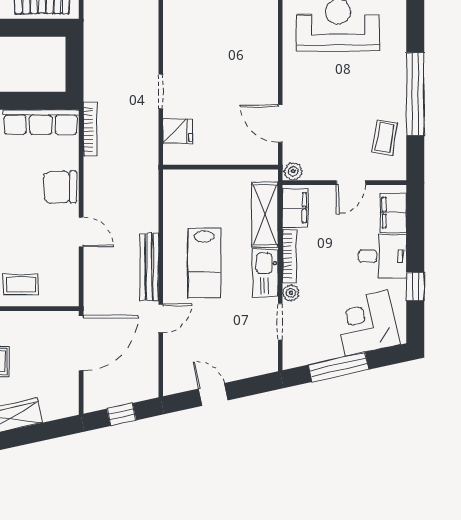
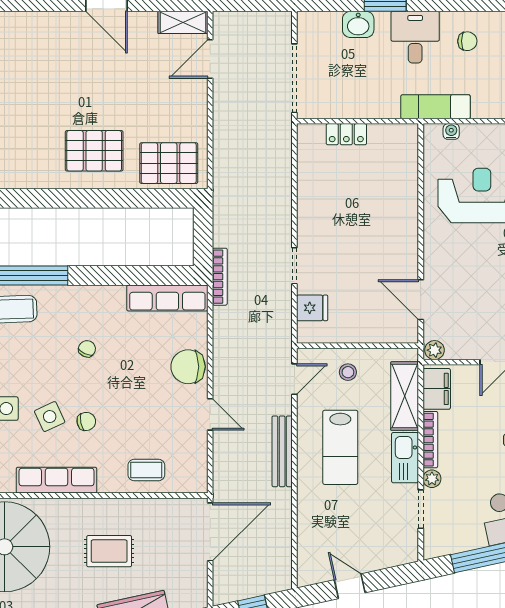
bookcase: (90, 129) -> (220, 277), moved
stool: (211, 192) -> (348, 372), added
door: (161, 318) -> (294, 379), moved

